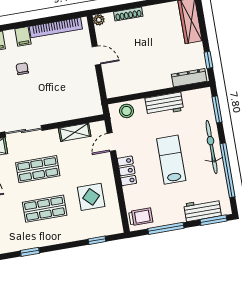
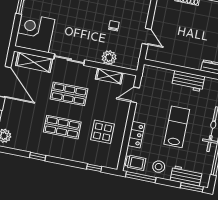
door: (96, 55) -> (147, 36), moved
chair: (22, 69) -> (114, 26), moved
stool: (127, 111) -> (159, 167), moved
plant: (67, 112) -> (109, 58), added
locker: (127, 171) -> (136, 135), moved
window: (166, 228) -> (141, 177), moved

